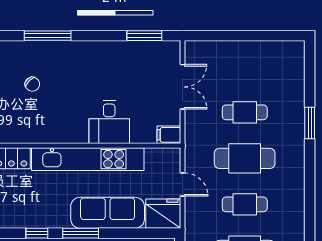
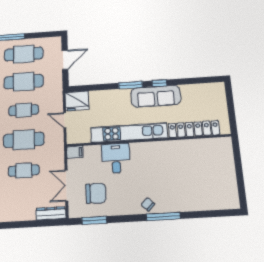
dresser: (206, 49) -> (51, 213), added
chair: (141, 73) -> (96, 193), added
chair: (32, 84) -> (148, 204), moved
sofa: (108, 213) -> (156, 96), moved

